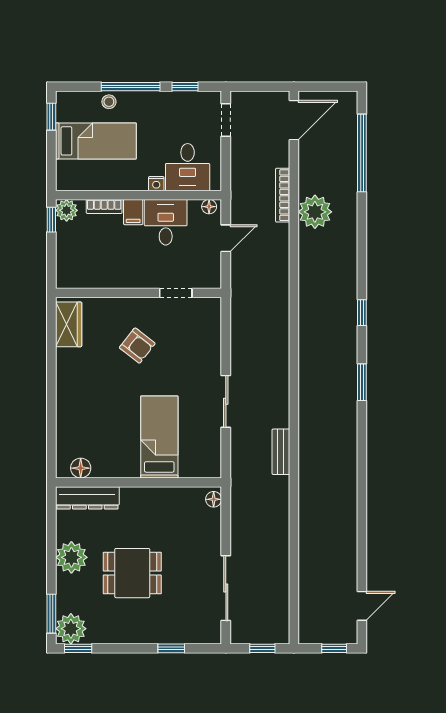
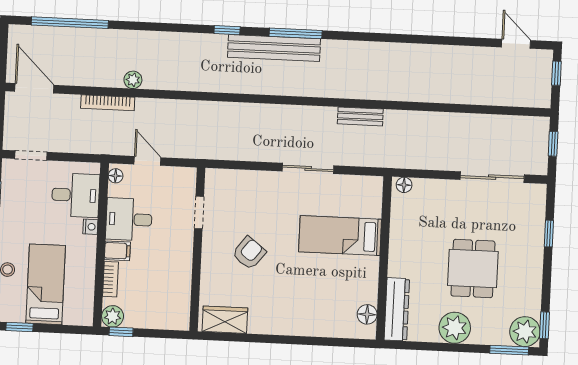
plant: (315, 212) -> (133, 80), width x0.53, depth x0.53
bench: (346, 361) -> (274, 48), added
window: (362, 382) -> (296, 33), width x1.44

